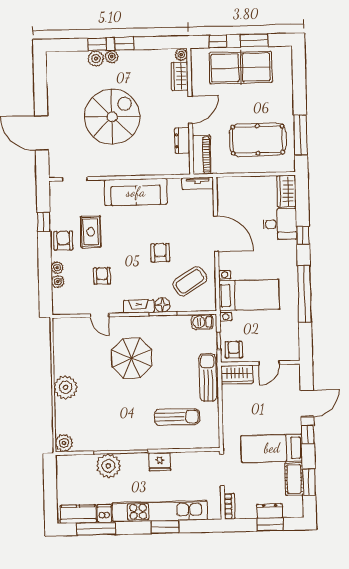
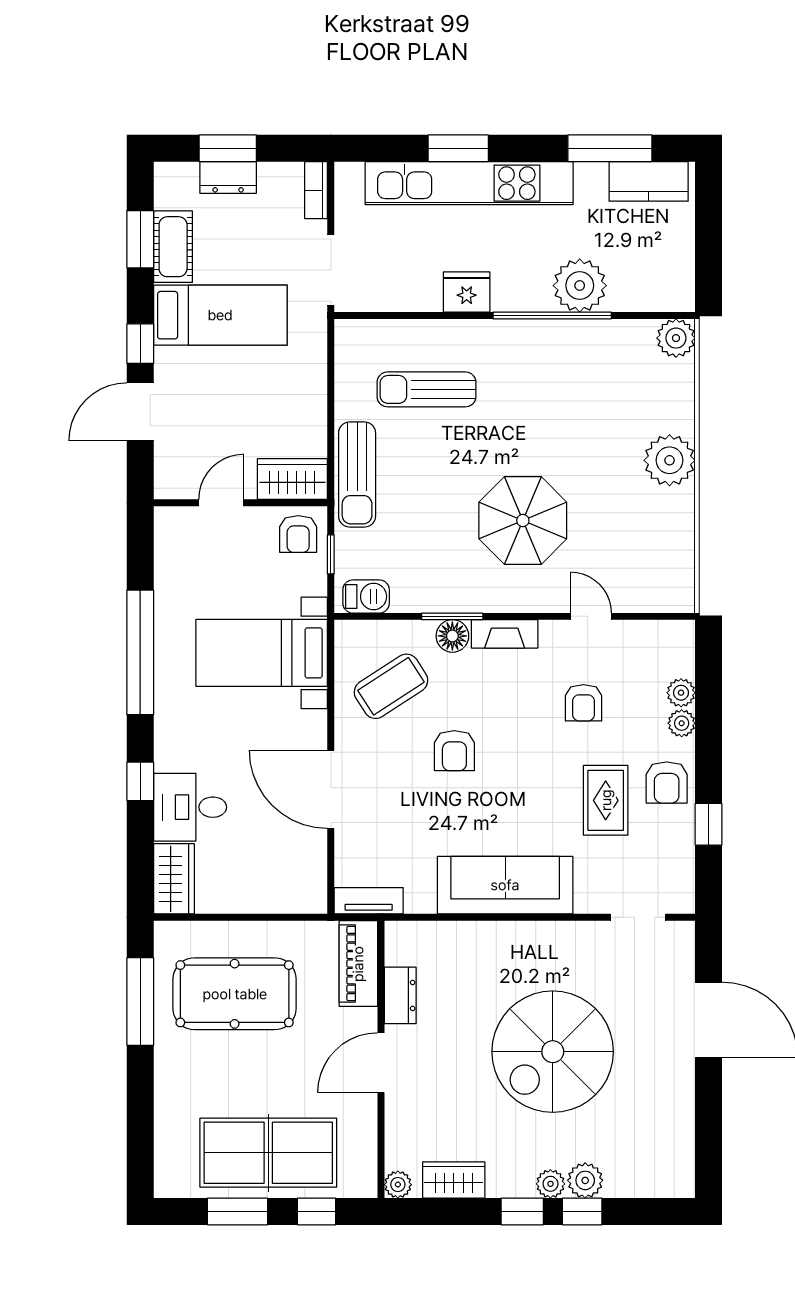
wardrobe: (180, 76) -> (454, 1180), moved, turned -90
dishwasher: (104, 513) -> (591, 181), removed

